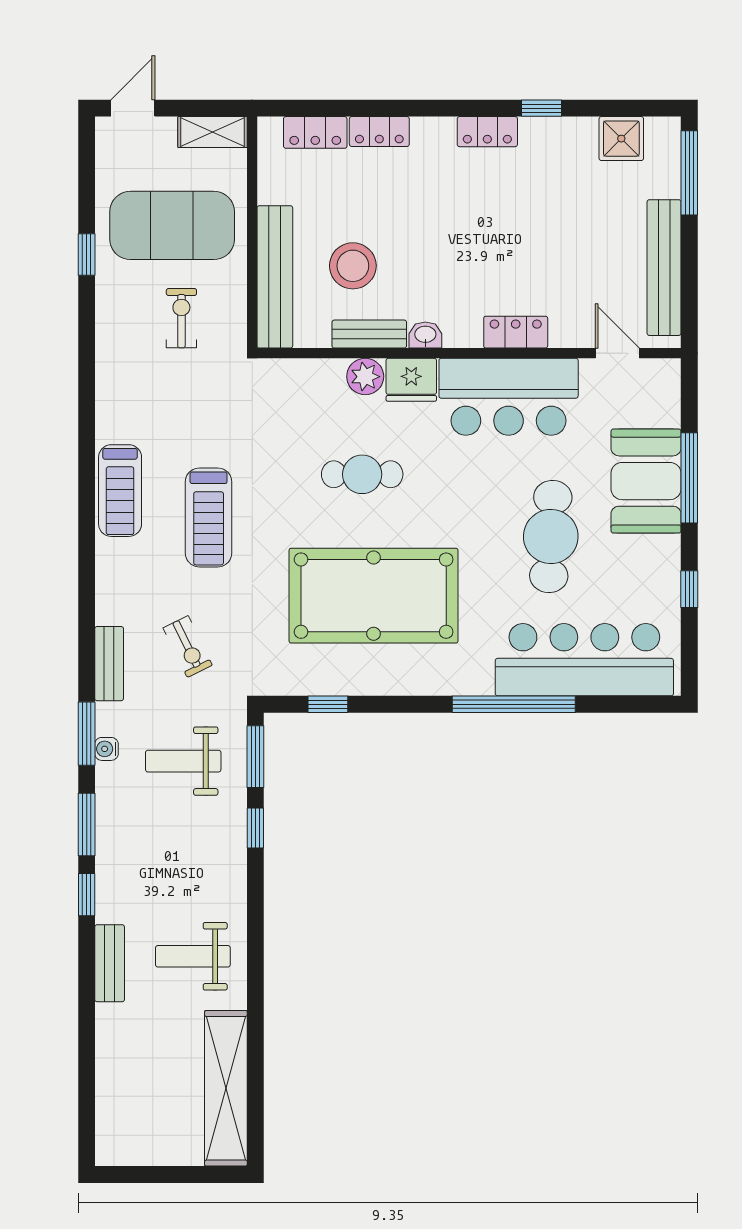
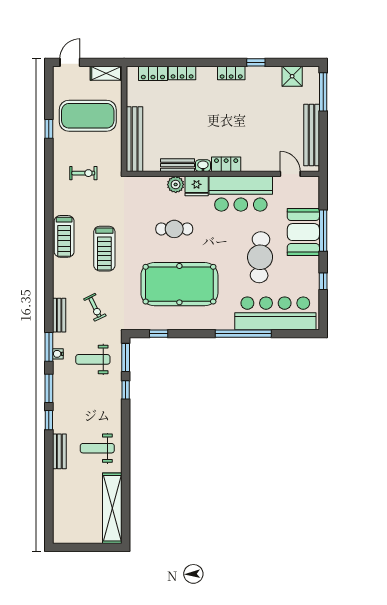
stool: (353, 266) -> (170, 134), removed
exercise bike: (181, 318) -> (83, 173), moved, turned 90
locker: (516, 332) -> (226, 164), moved

